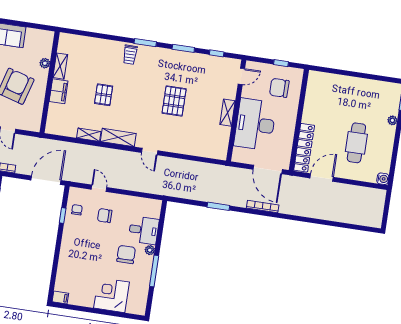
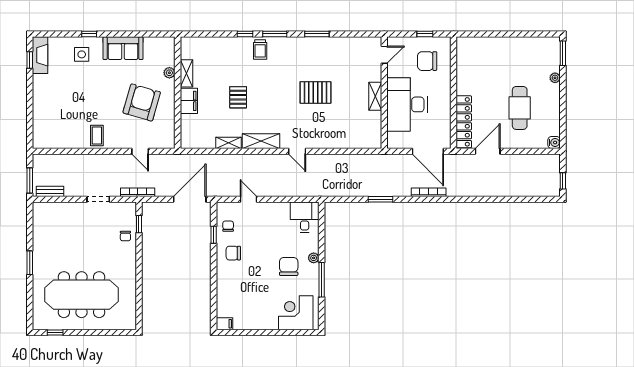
window: (217, 53) -> (245, 34), moved
pallet: (174, 101) -> (315, 92), turned 90
window: (385, 215) -> (563, 181), added
chair: (105, 216) -> (233, 253), moved
desk: (144, 230) -> (305, 217), moved, turned -90
corner desk: (111, 295) -> (296, 313), moved

